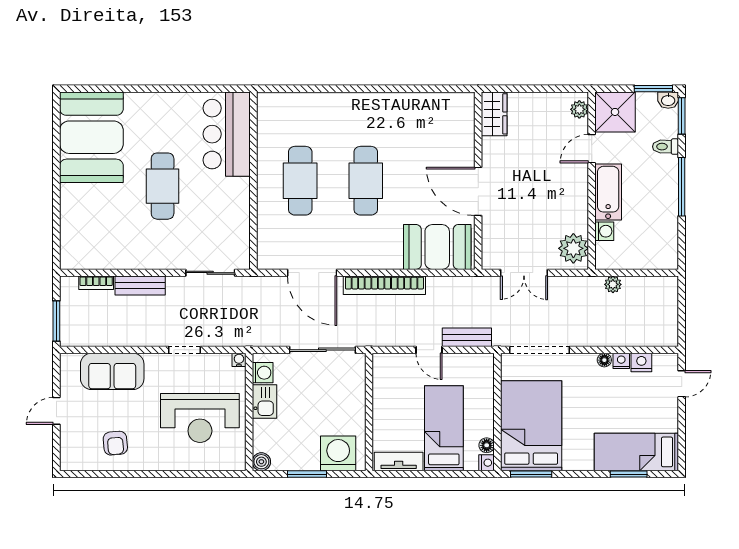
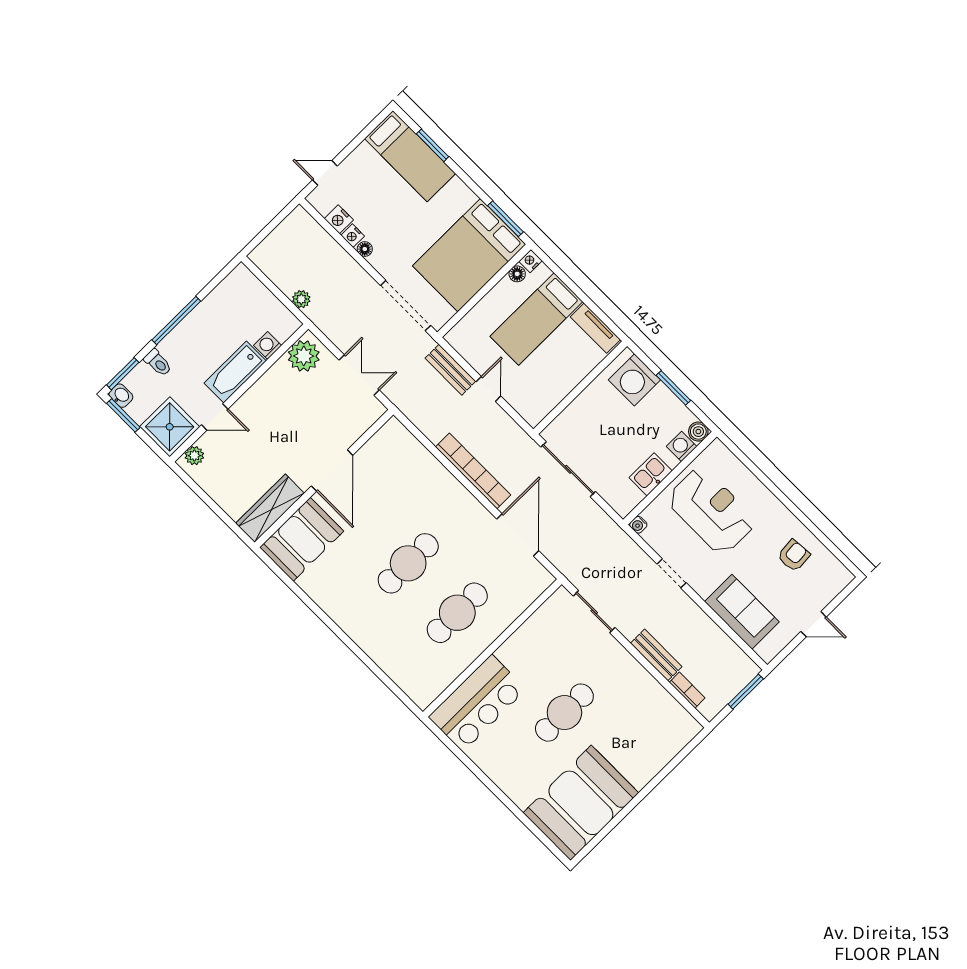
wardrobe: (494, 114) -> (270, 508), width x1.50
booth: (437, 247) -> (302, 539), moved, turned 90
washing machine: (263, 373) -> (682, 446), moved

